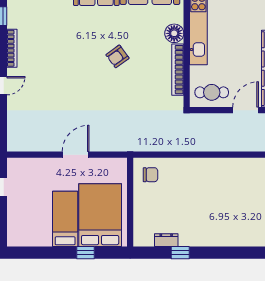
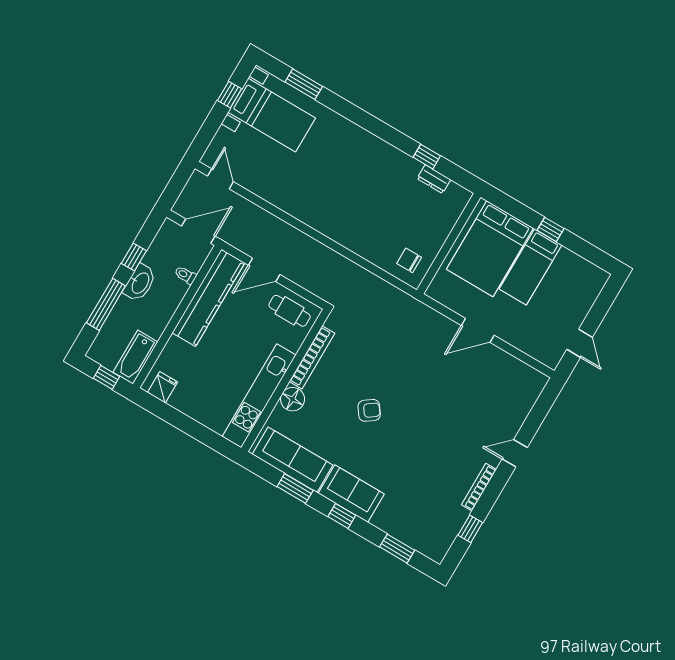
window: (86, 253) -> (551, 229), moved

